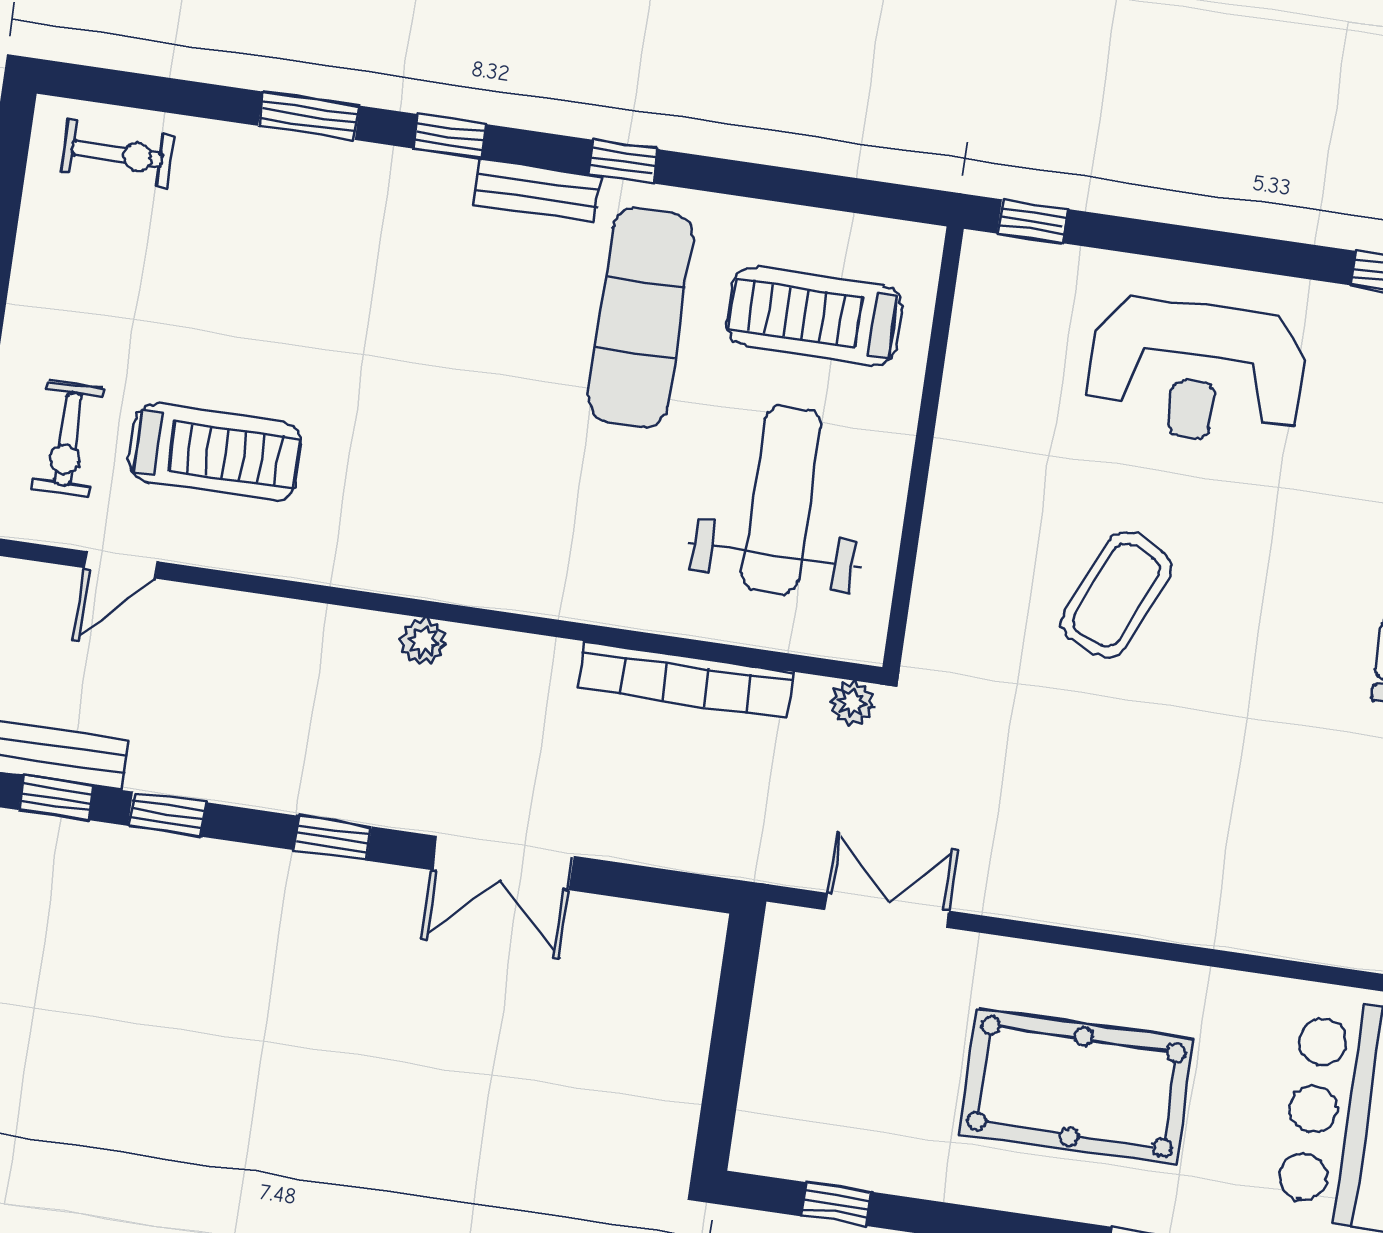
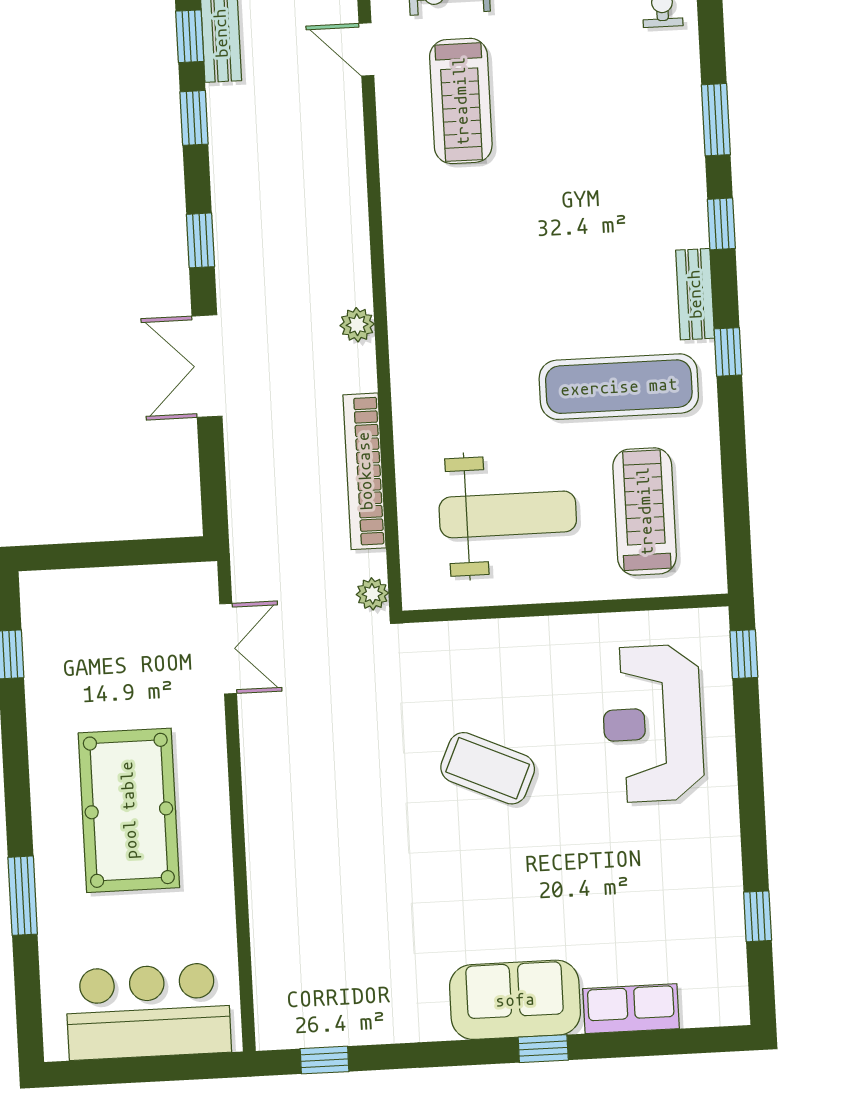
reception desk: (1196, 371) -> (653, 724), moved
plant: (423, 642) -> (357, 325), moved

